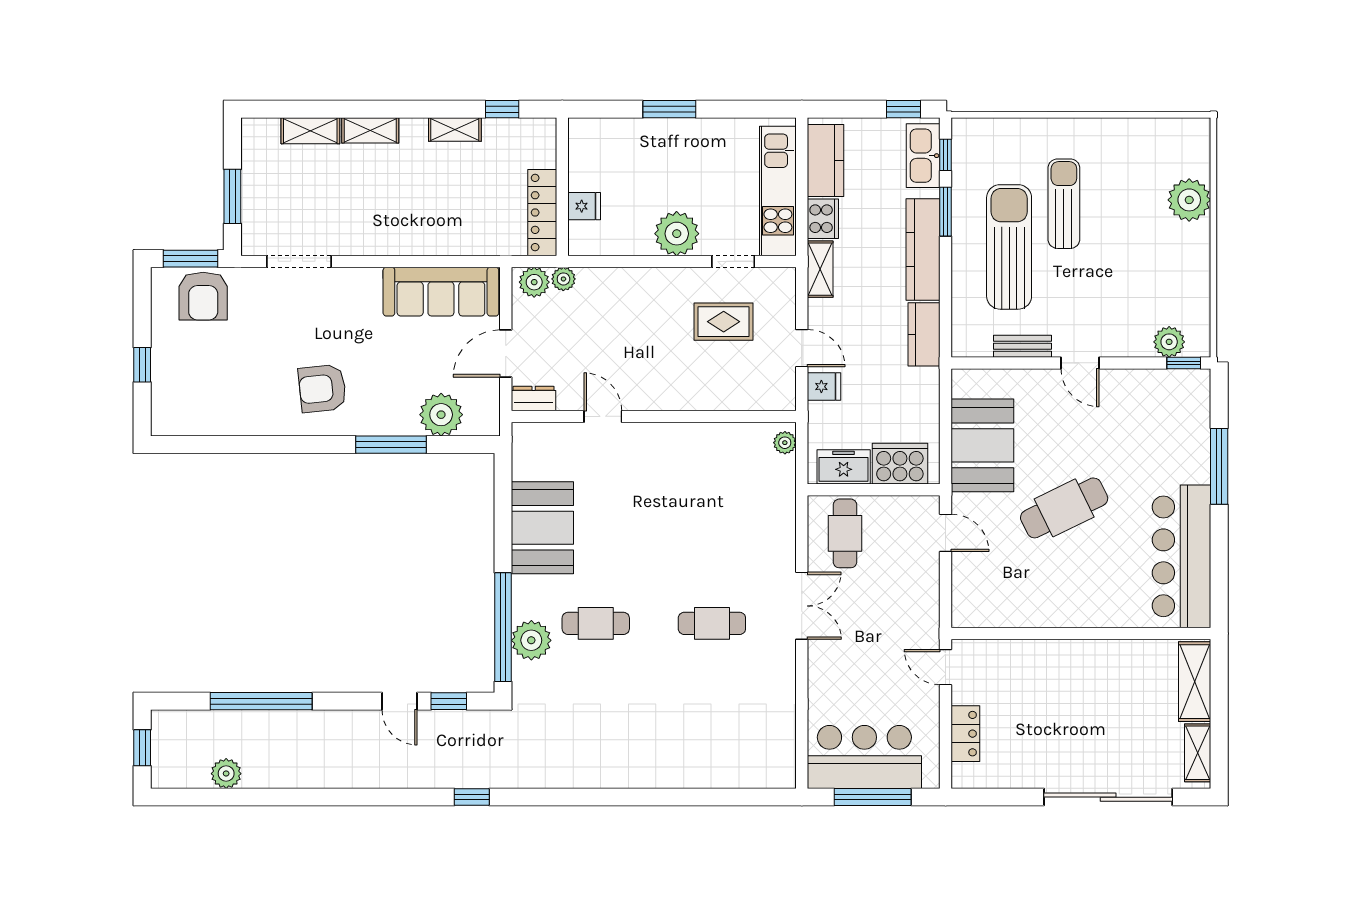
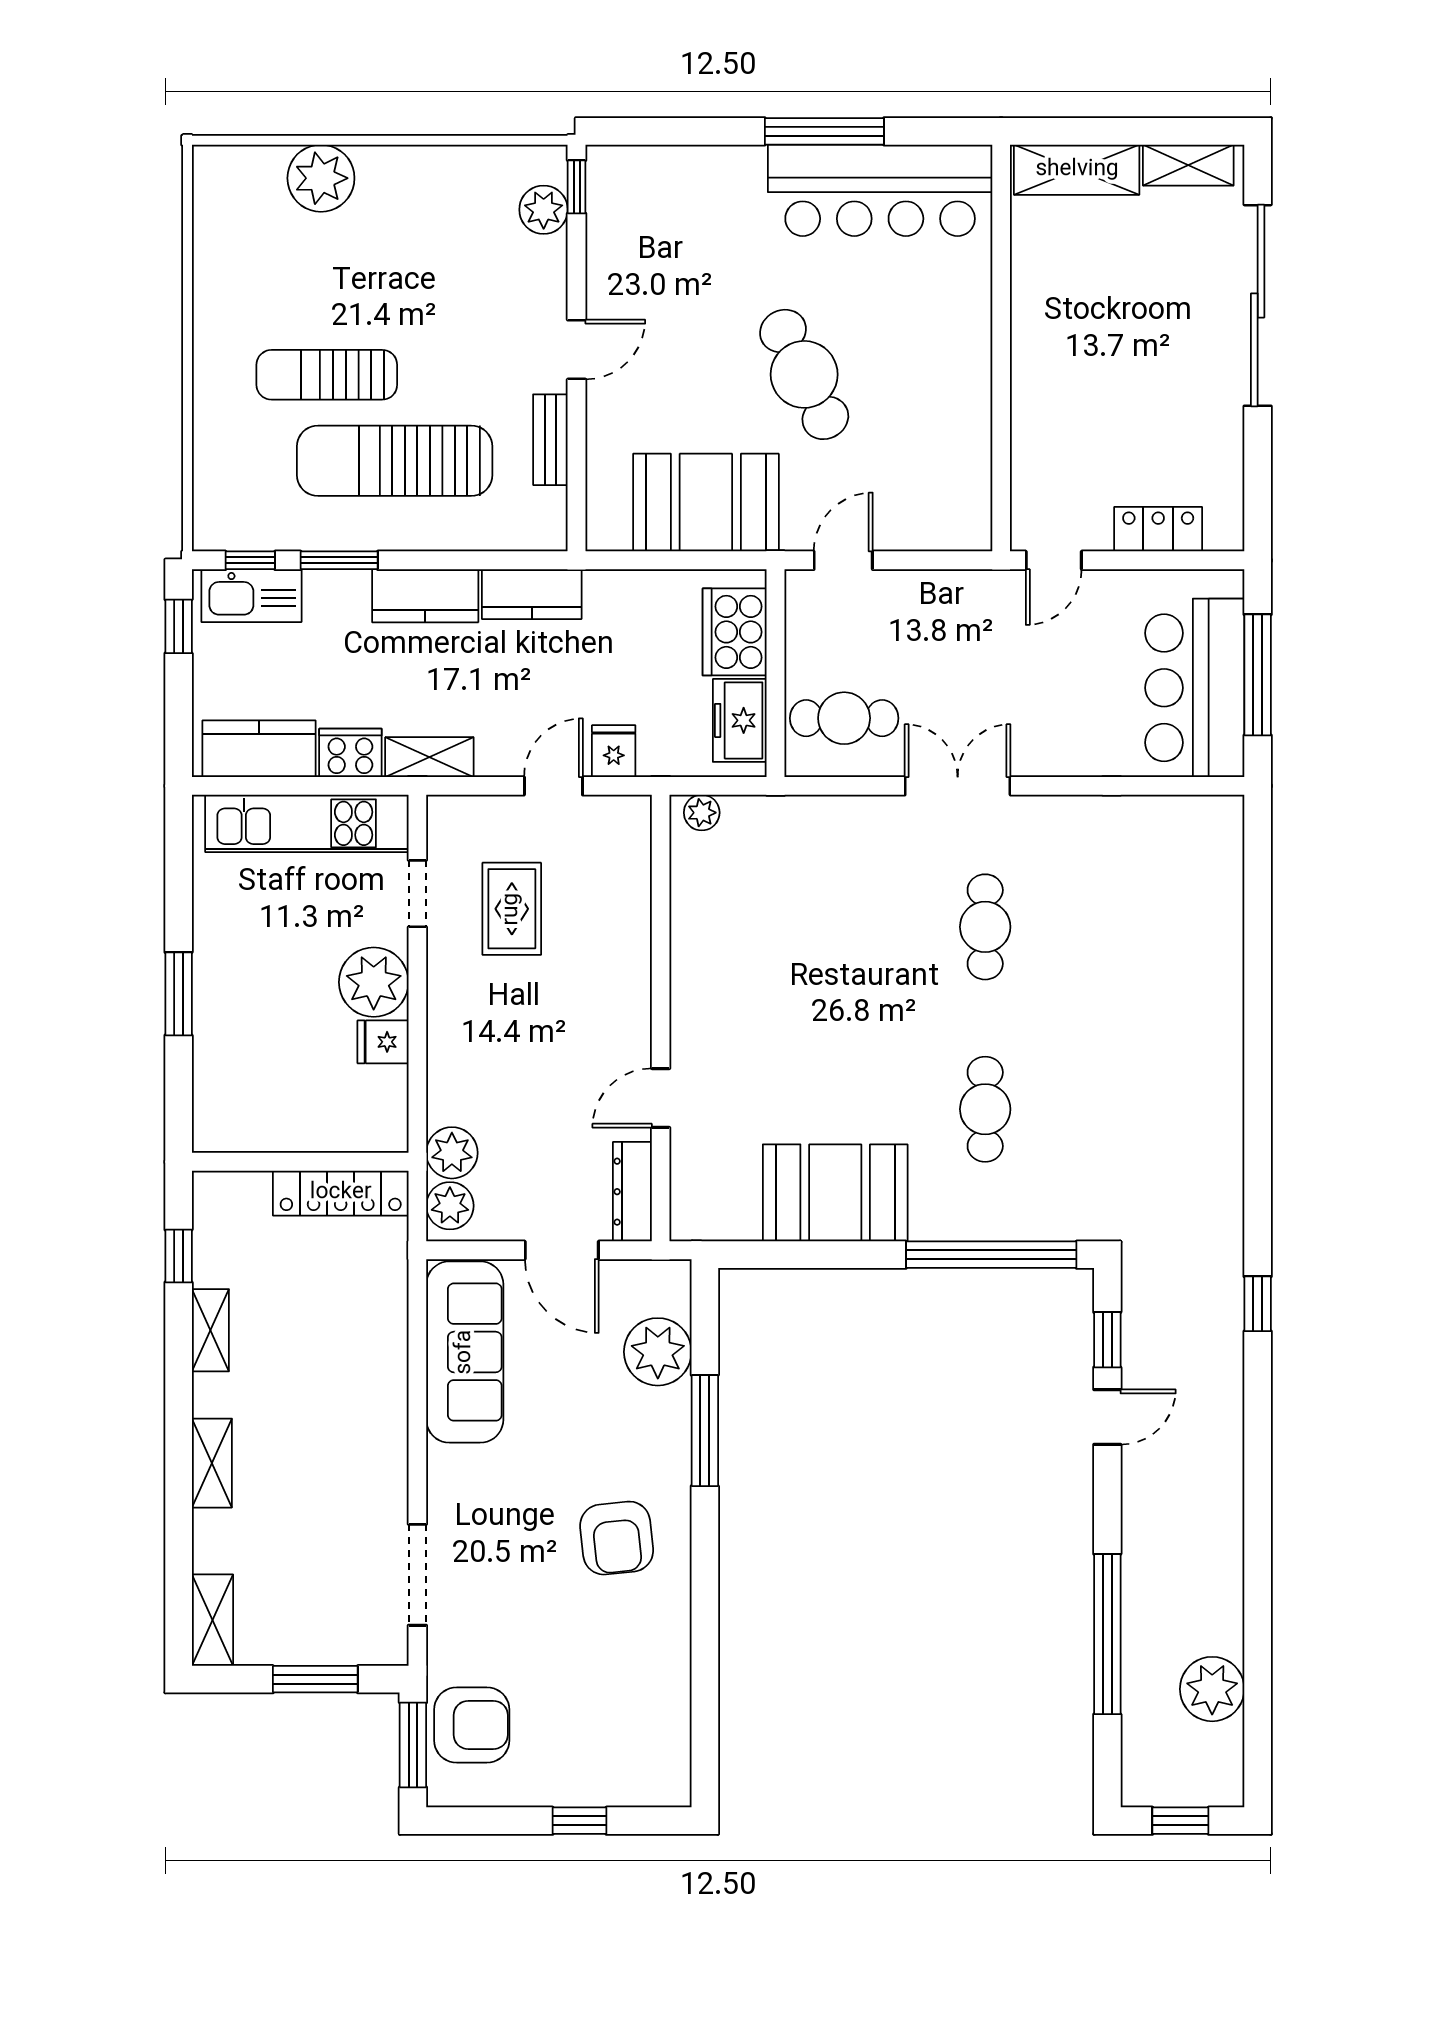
shelving: (310, 131) -> (212, 1620), moved
fridge: (584, 206) -> (383, 1042), moved, turned -90
kitchen counter: (923, 249) -> (425, 596), width x0.67
plant: (563, 279) -> (452, 1153), width x1.38, depth x1.38
dresser: (534, 398) -> (632, 1192), width x1.44
window: (1219, 466) -> (824, 131), moved
plant: (531, 640) -> (1012, 1210), removed
plant: (226, 774) -> (1212, 1689), width x1.36, depth x1.36

